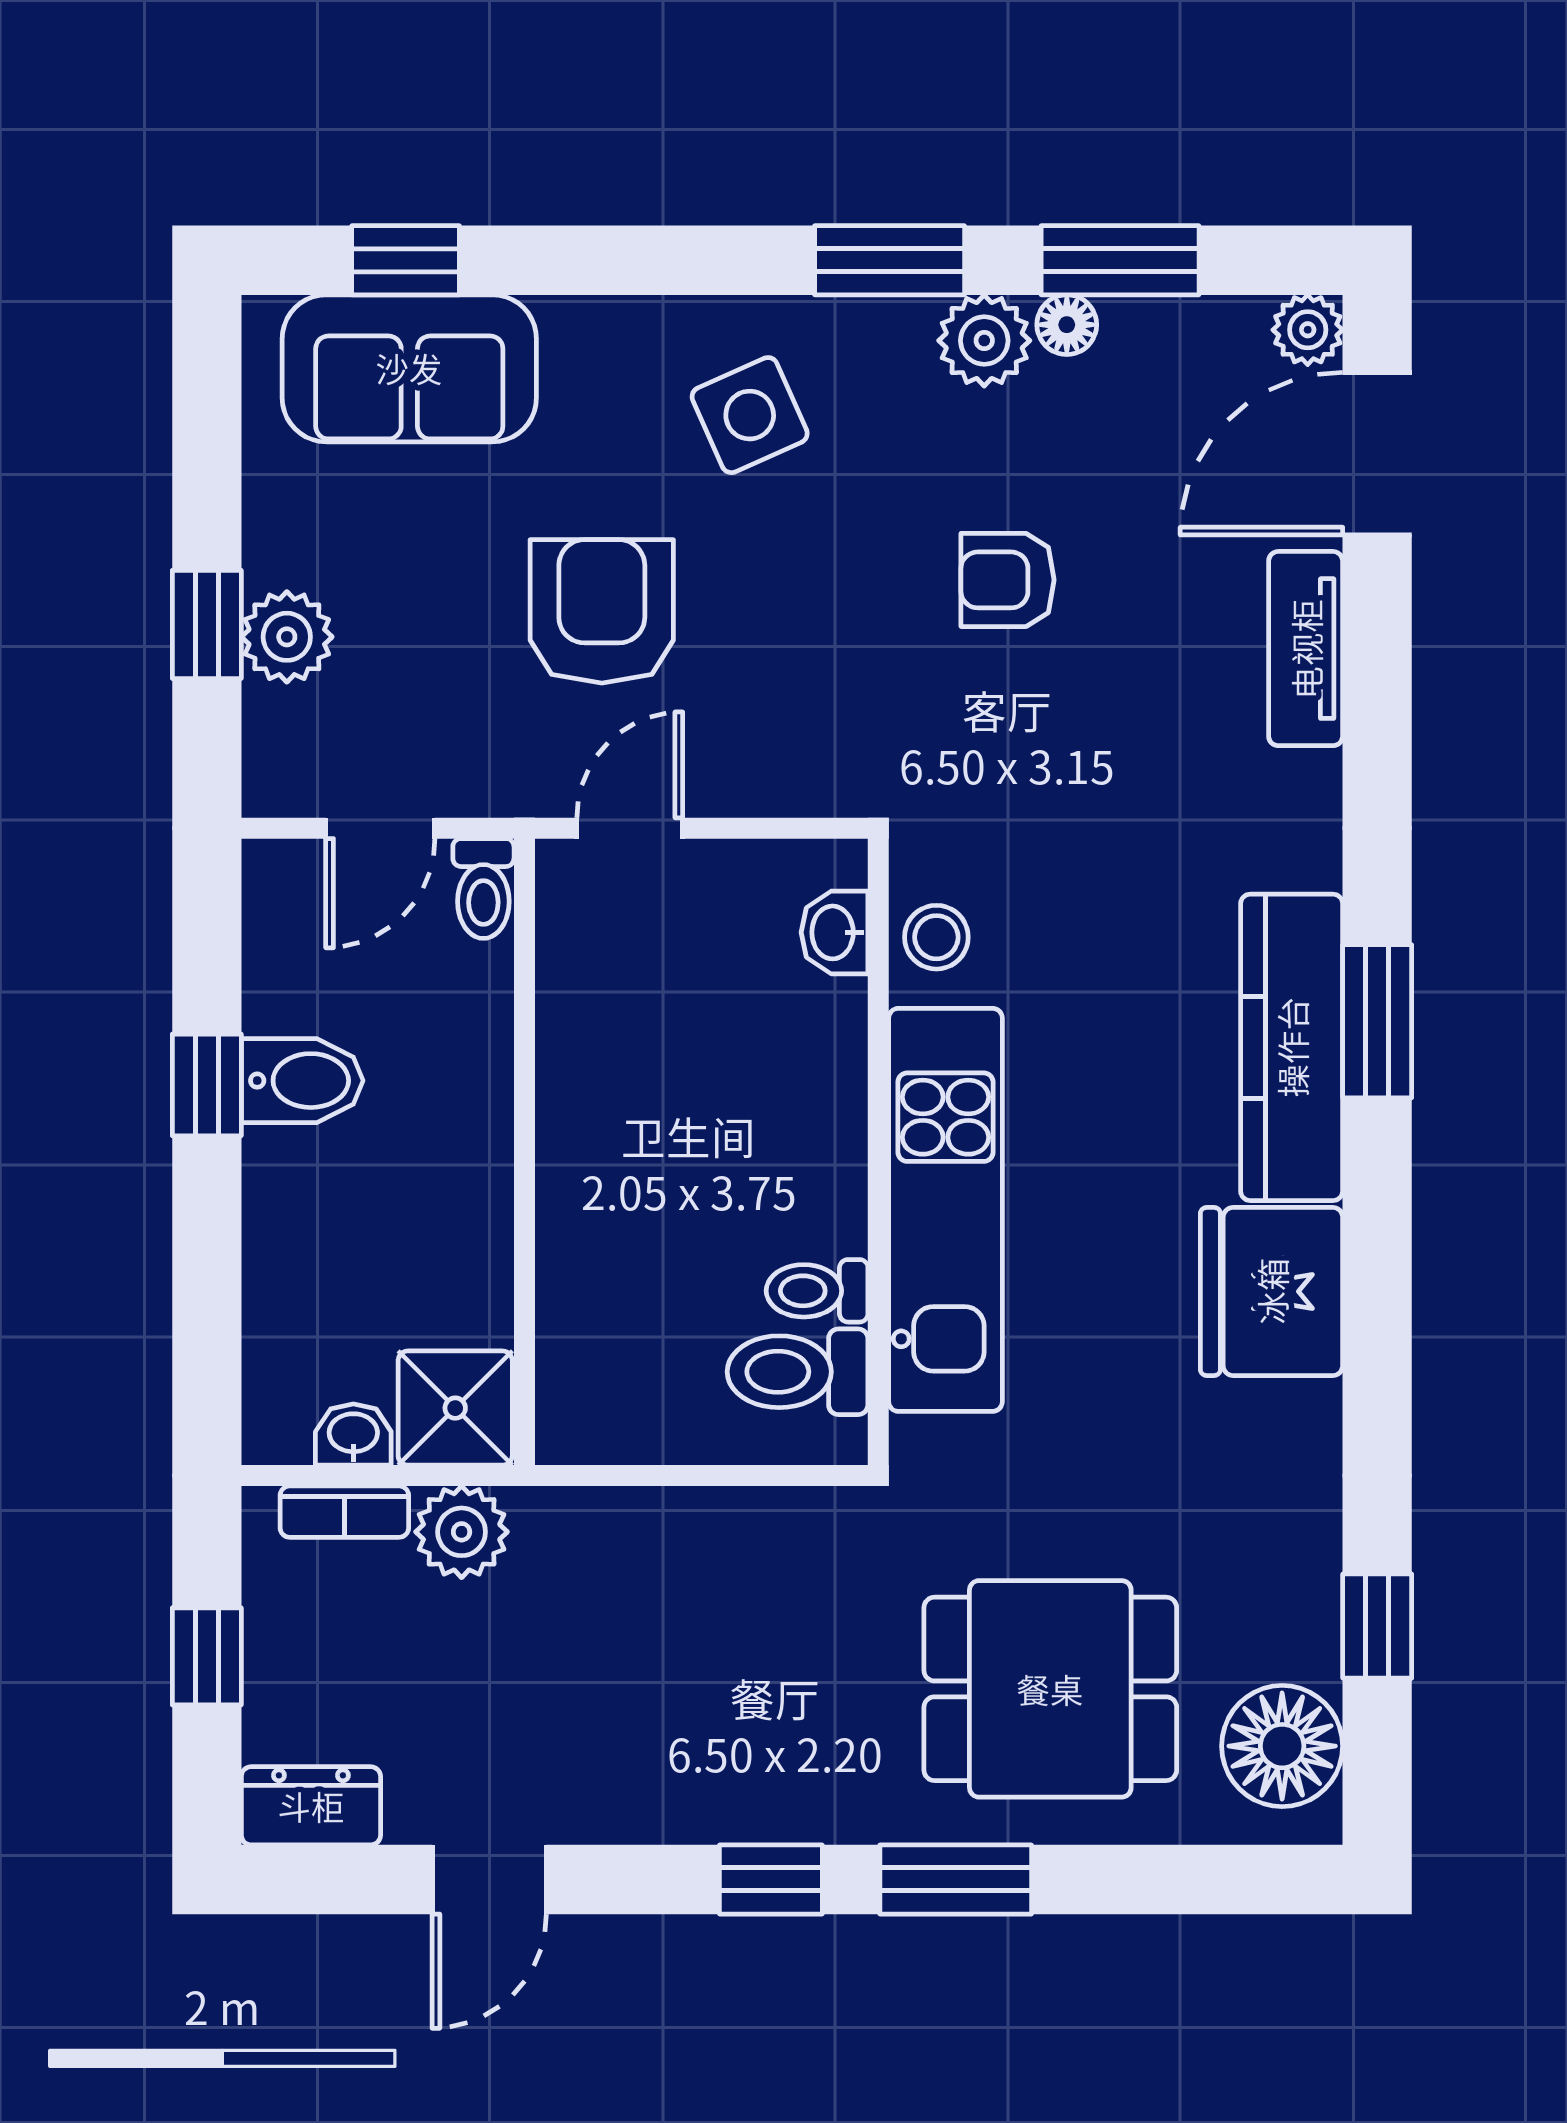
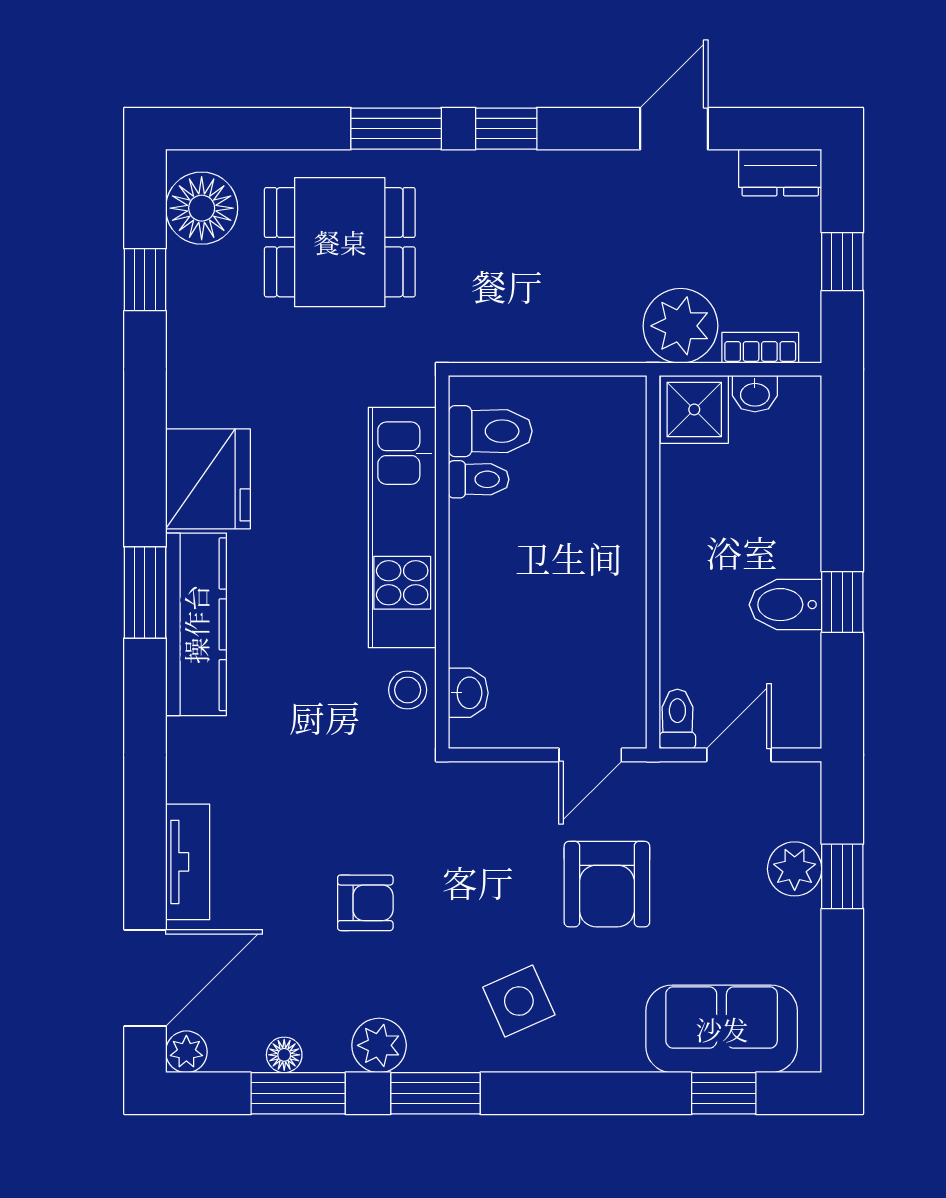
floor lamp: (1067, 325) -> (284, 1055), moved
window: (1377, 1021) -> (145, 593), moved
plant: (462, 1532) -> (680, 326), width x1.36, depth x1.36

